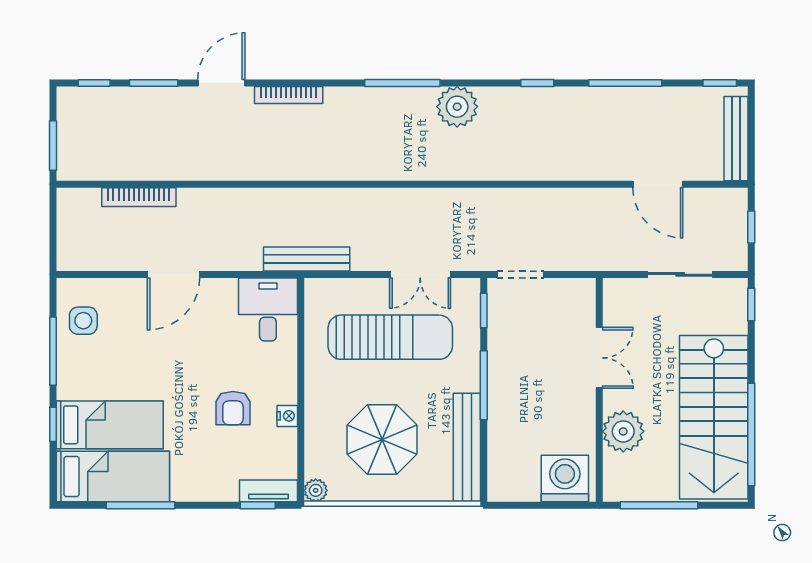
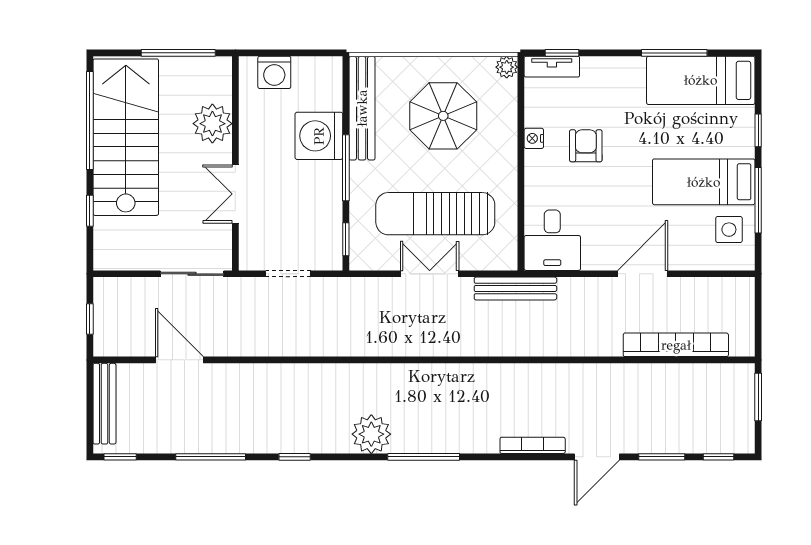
bookcase: (139, 197) -> (676, 345), width x1.48, depth x1.31
double door: (420, 274) -> (430, 274), moved
doorway: (521, 274) -> (288, 274), moved
sliding door: (680, 274) -> (192, 274), moved
window: (751, 305) -> (90, 211), moved
washing machine: (512, 419) -> (319, 136), added
bed: (110, 425) -> (704, 182), moved
washing machine: (565, 479) -> (274, 72), width x0.73, depth x0.73

